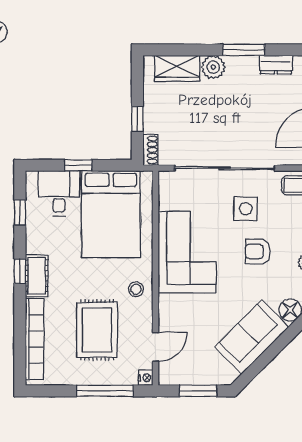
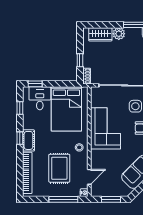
window: (78, 165) -> (35, 84), moved

